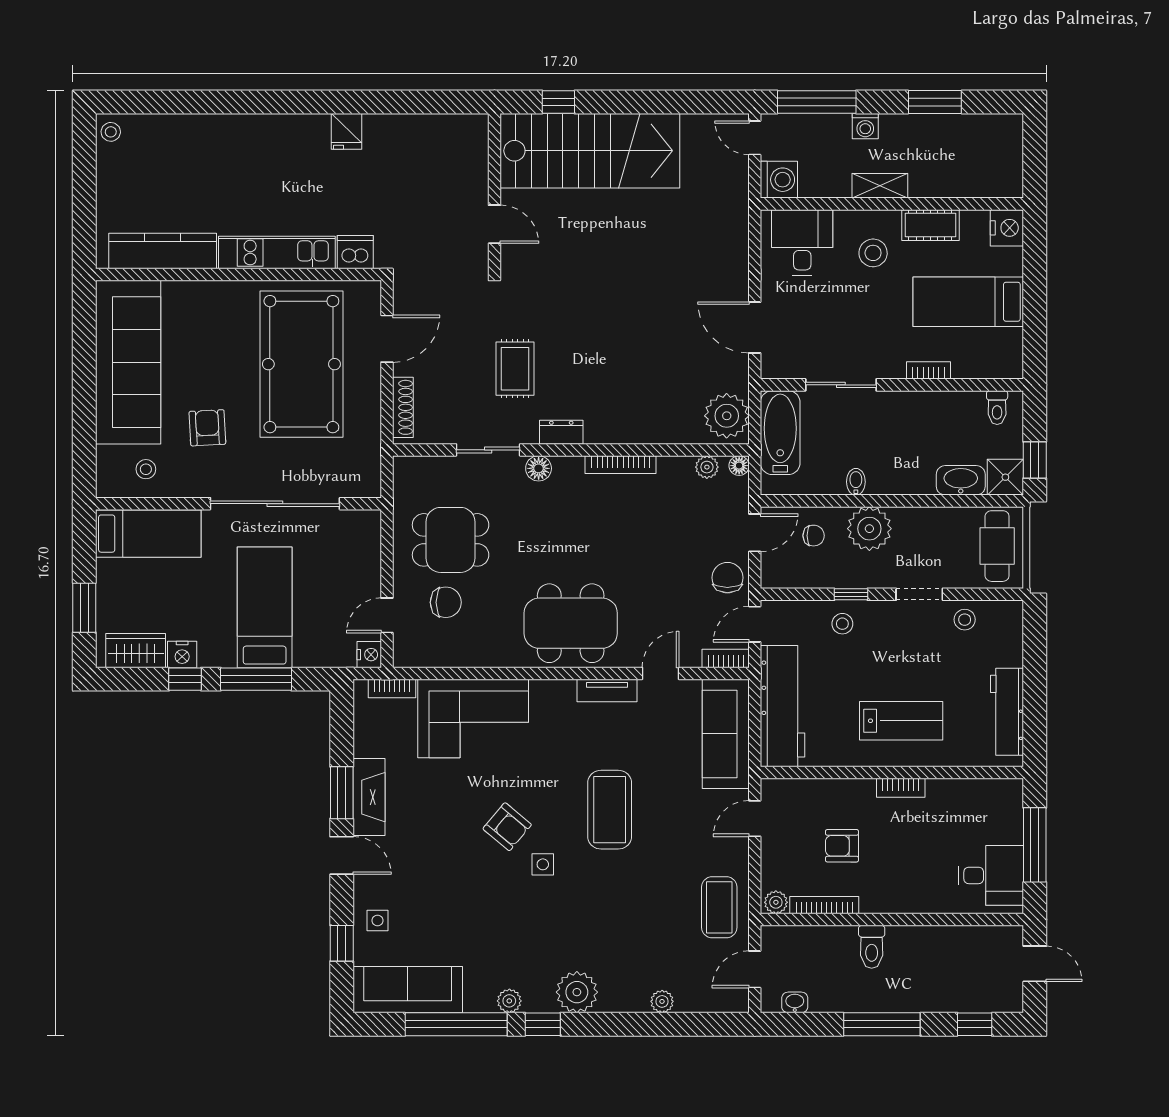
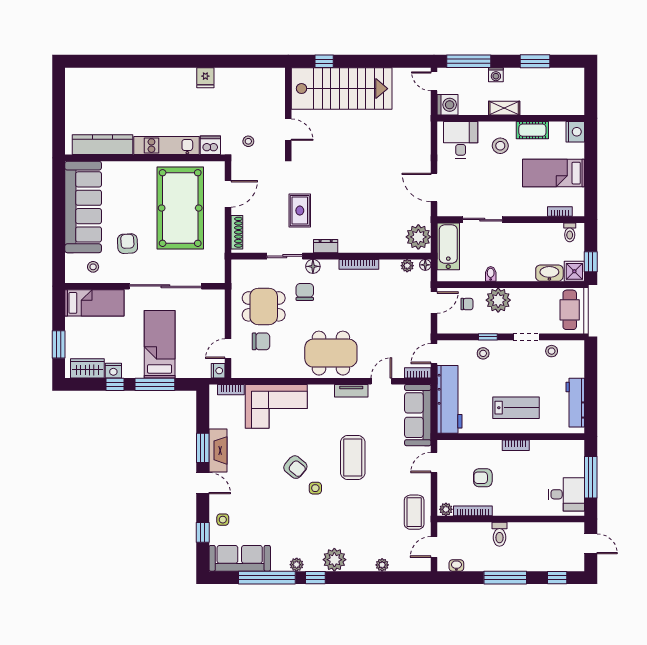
stool: (111, 132) -> (248, 141), moved
bookcase: (928, 370) -> (560, 212), moved
chair: (727, 578) -> (305, 292), moved

